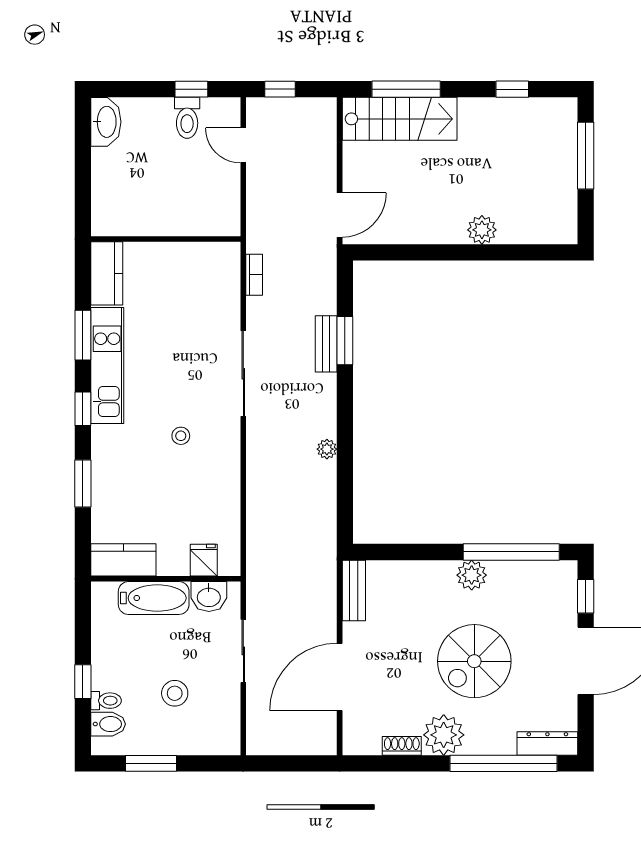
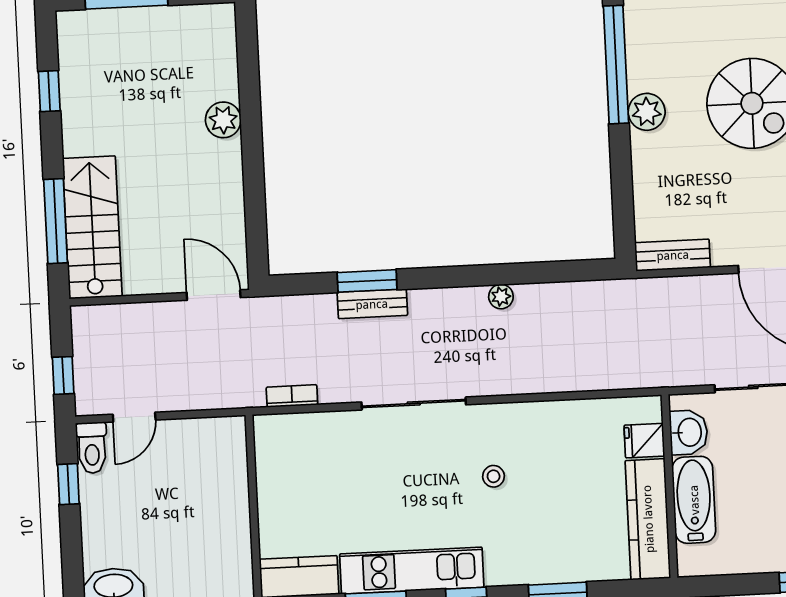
toilet: (187, 118) -> (92, 448), moved, turned 90
kitchen counter: (123, 560) -> (648, 519), width x1.50

